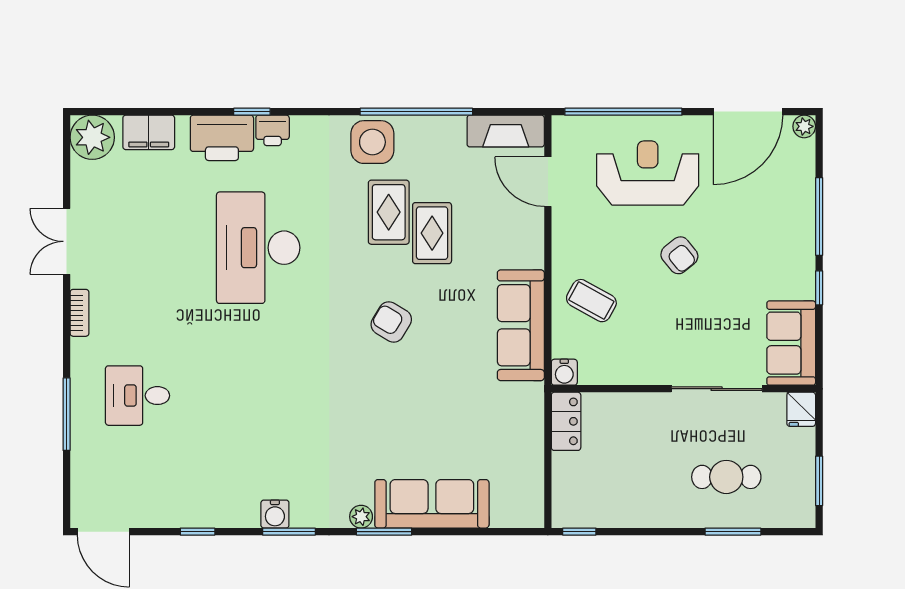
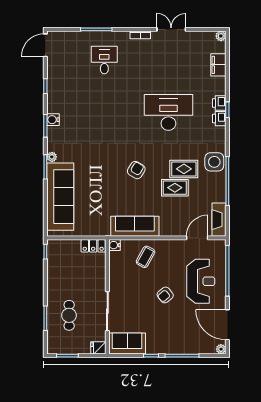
plant: (92, 137) -> (221, 36), width x0.53, depth x0.53
printer: (222, 138) -> (219, 103), width x0.53, depth x0.68
sofa: (432, 504) -> (60, 197), width x1.36, depth x1.27

